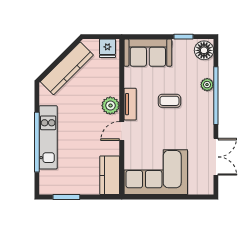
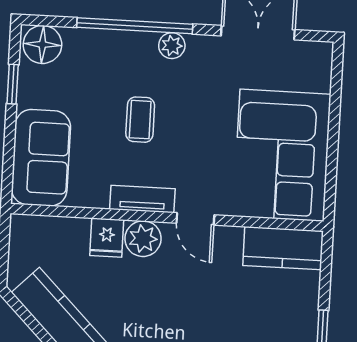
fridge: (107, 48) -> (107, 238), moved, turned 90
plant: (207, 85) -> (172, 46), moved

